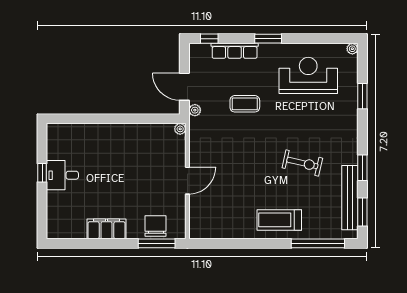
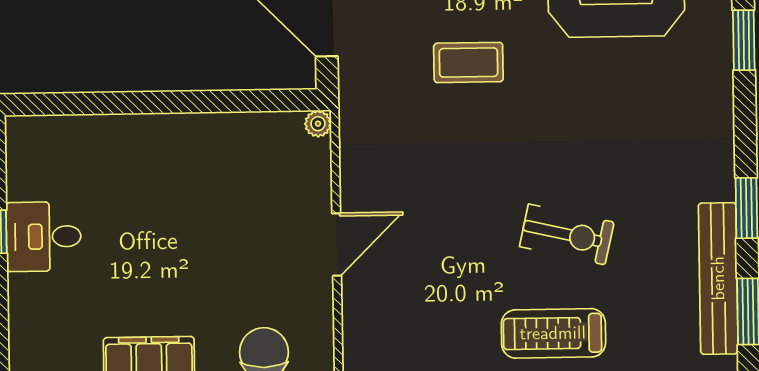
plant: (195, 110) -> (352, 79), removed
exercise bike: (302, 163) -> (567, 234), moved

